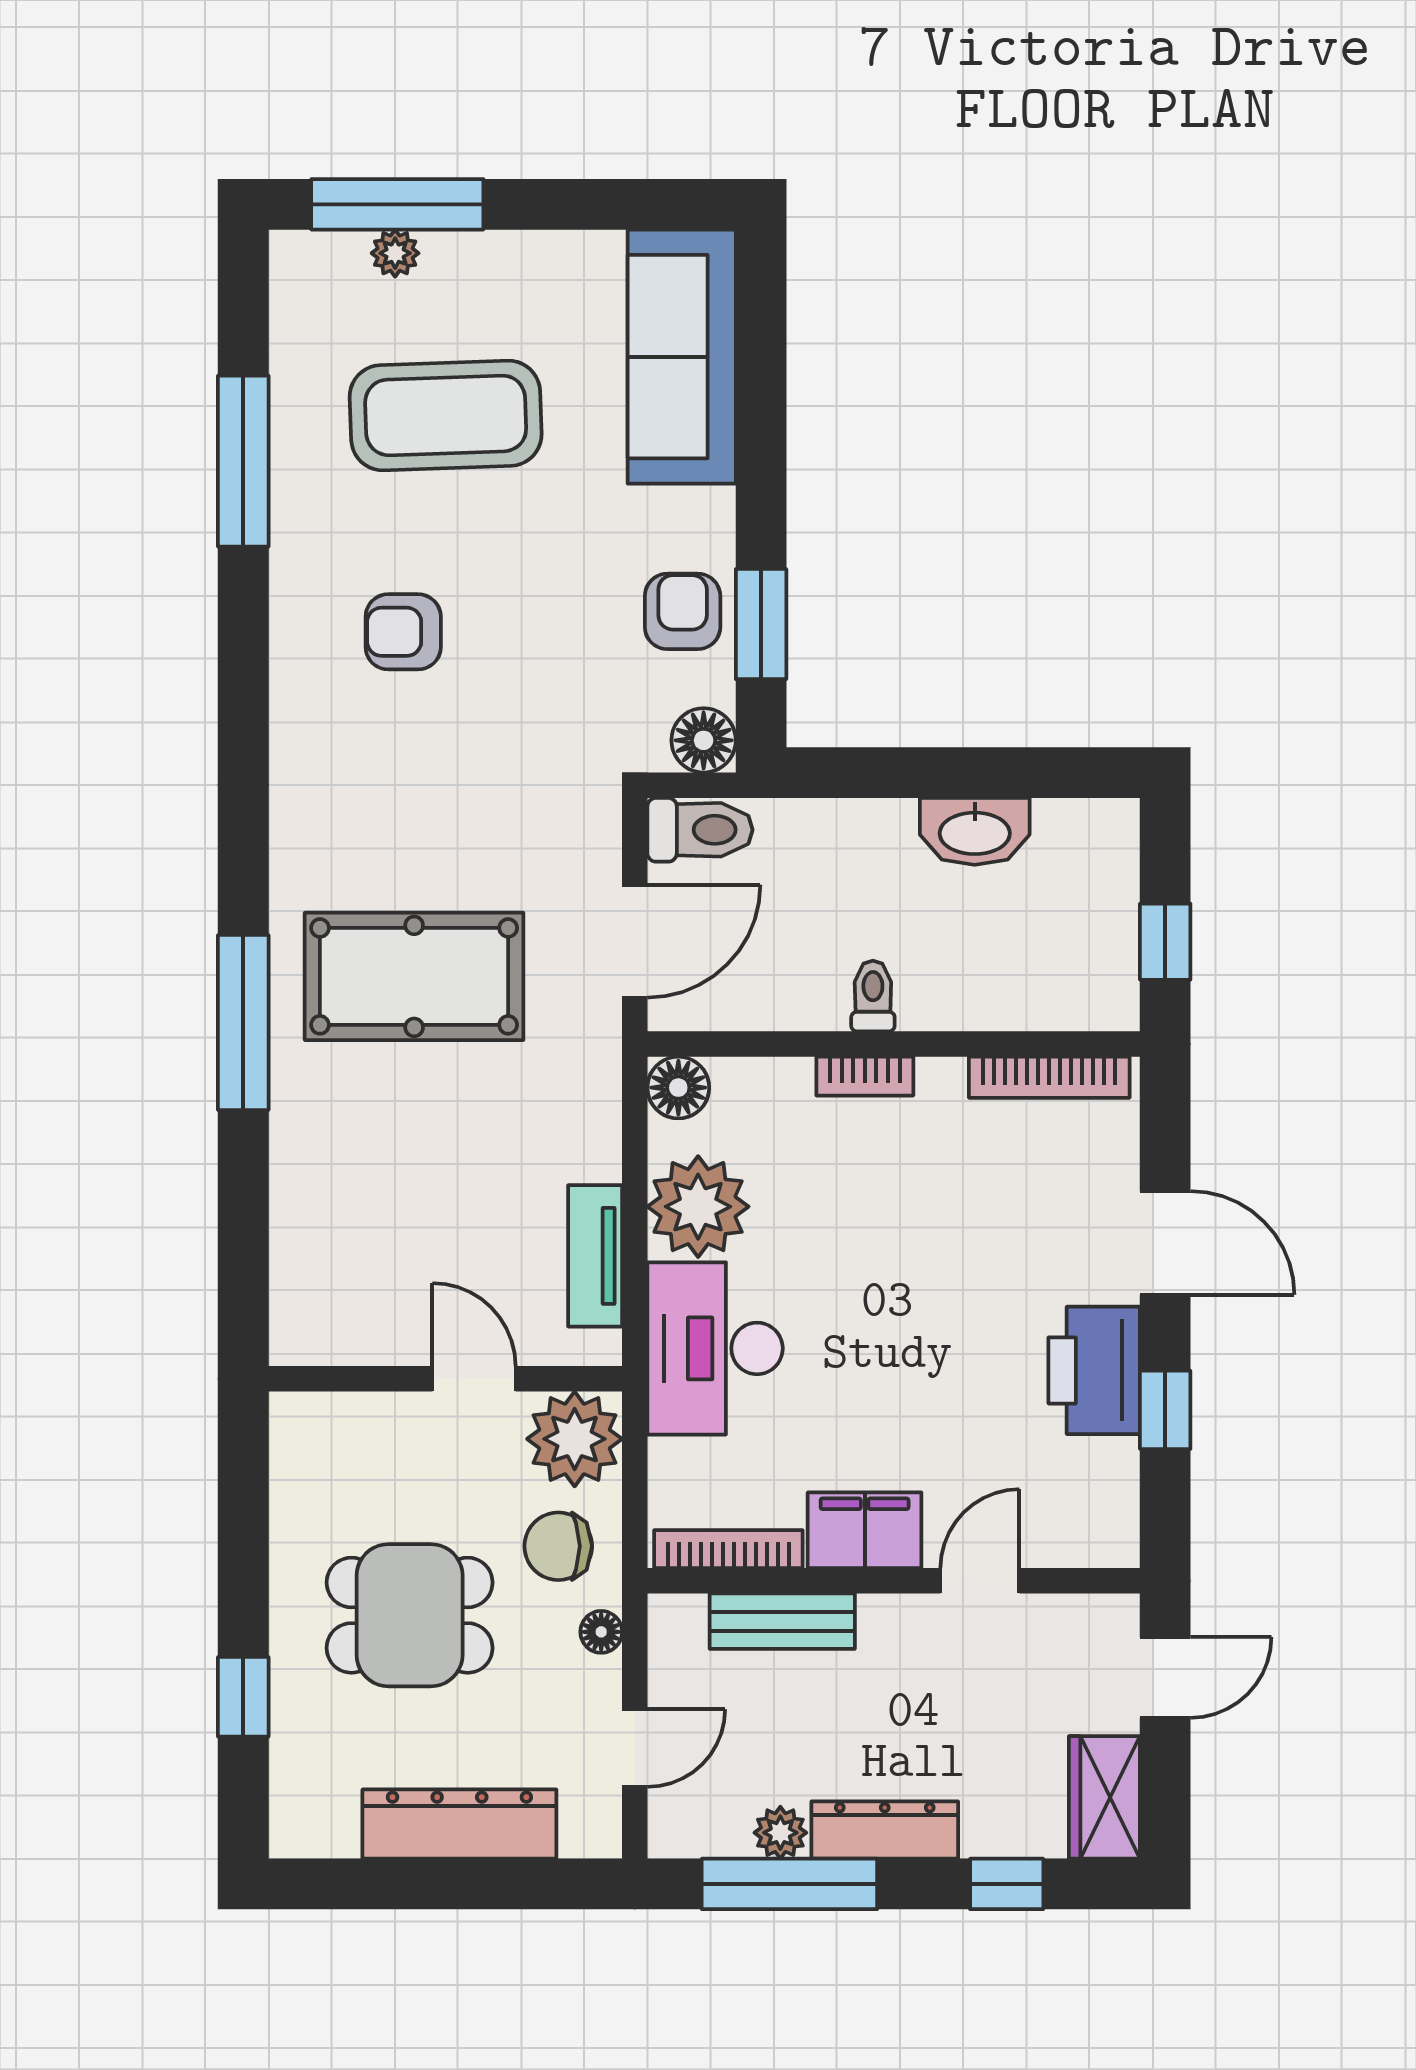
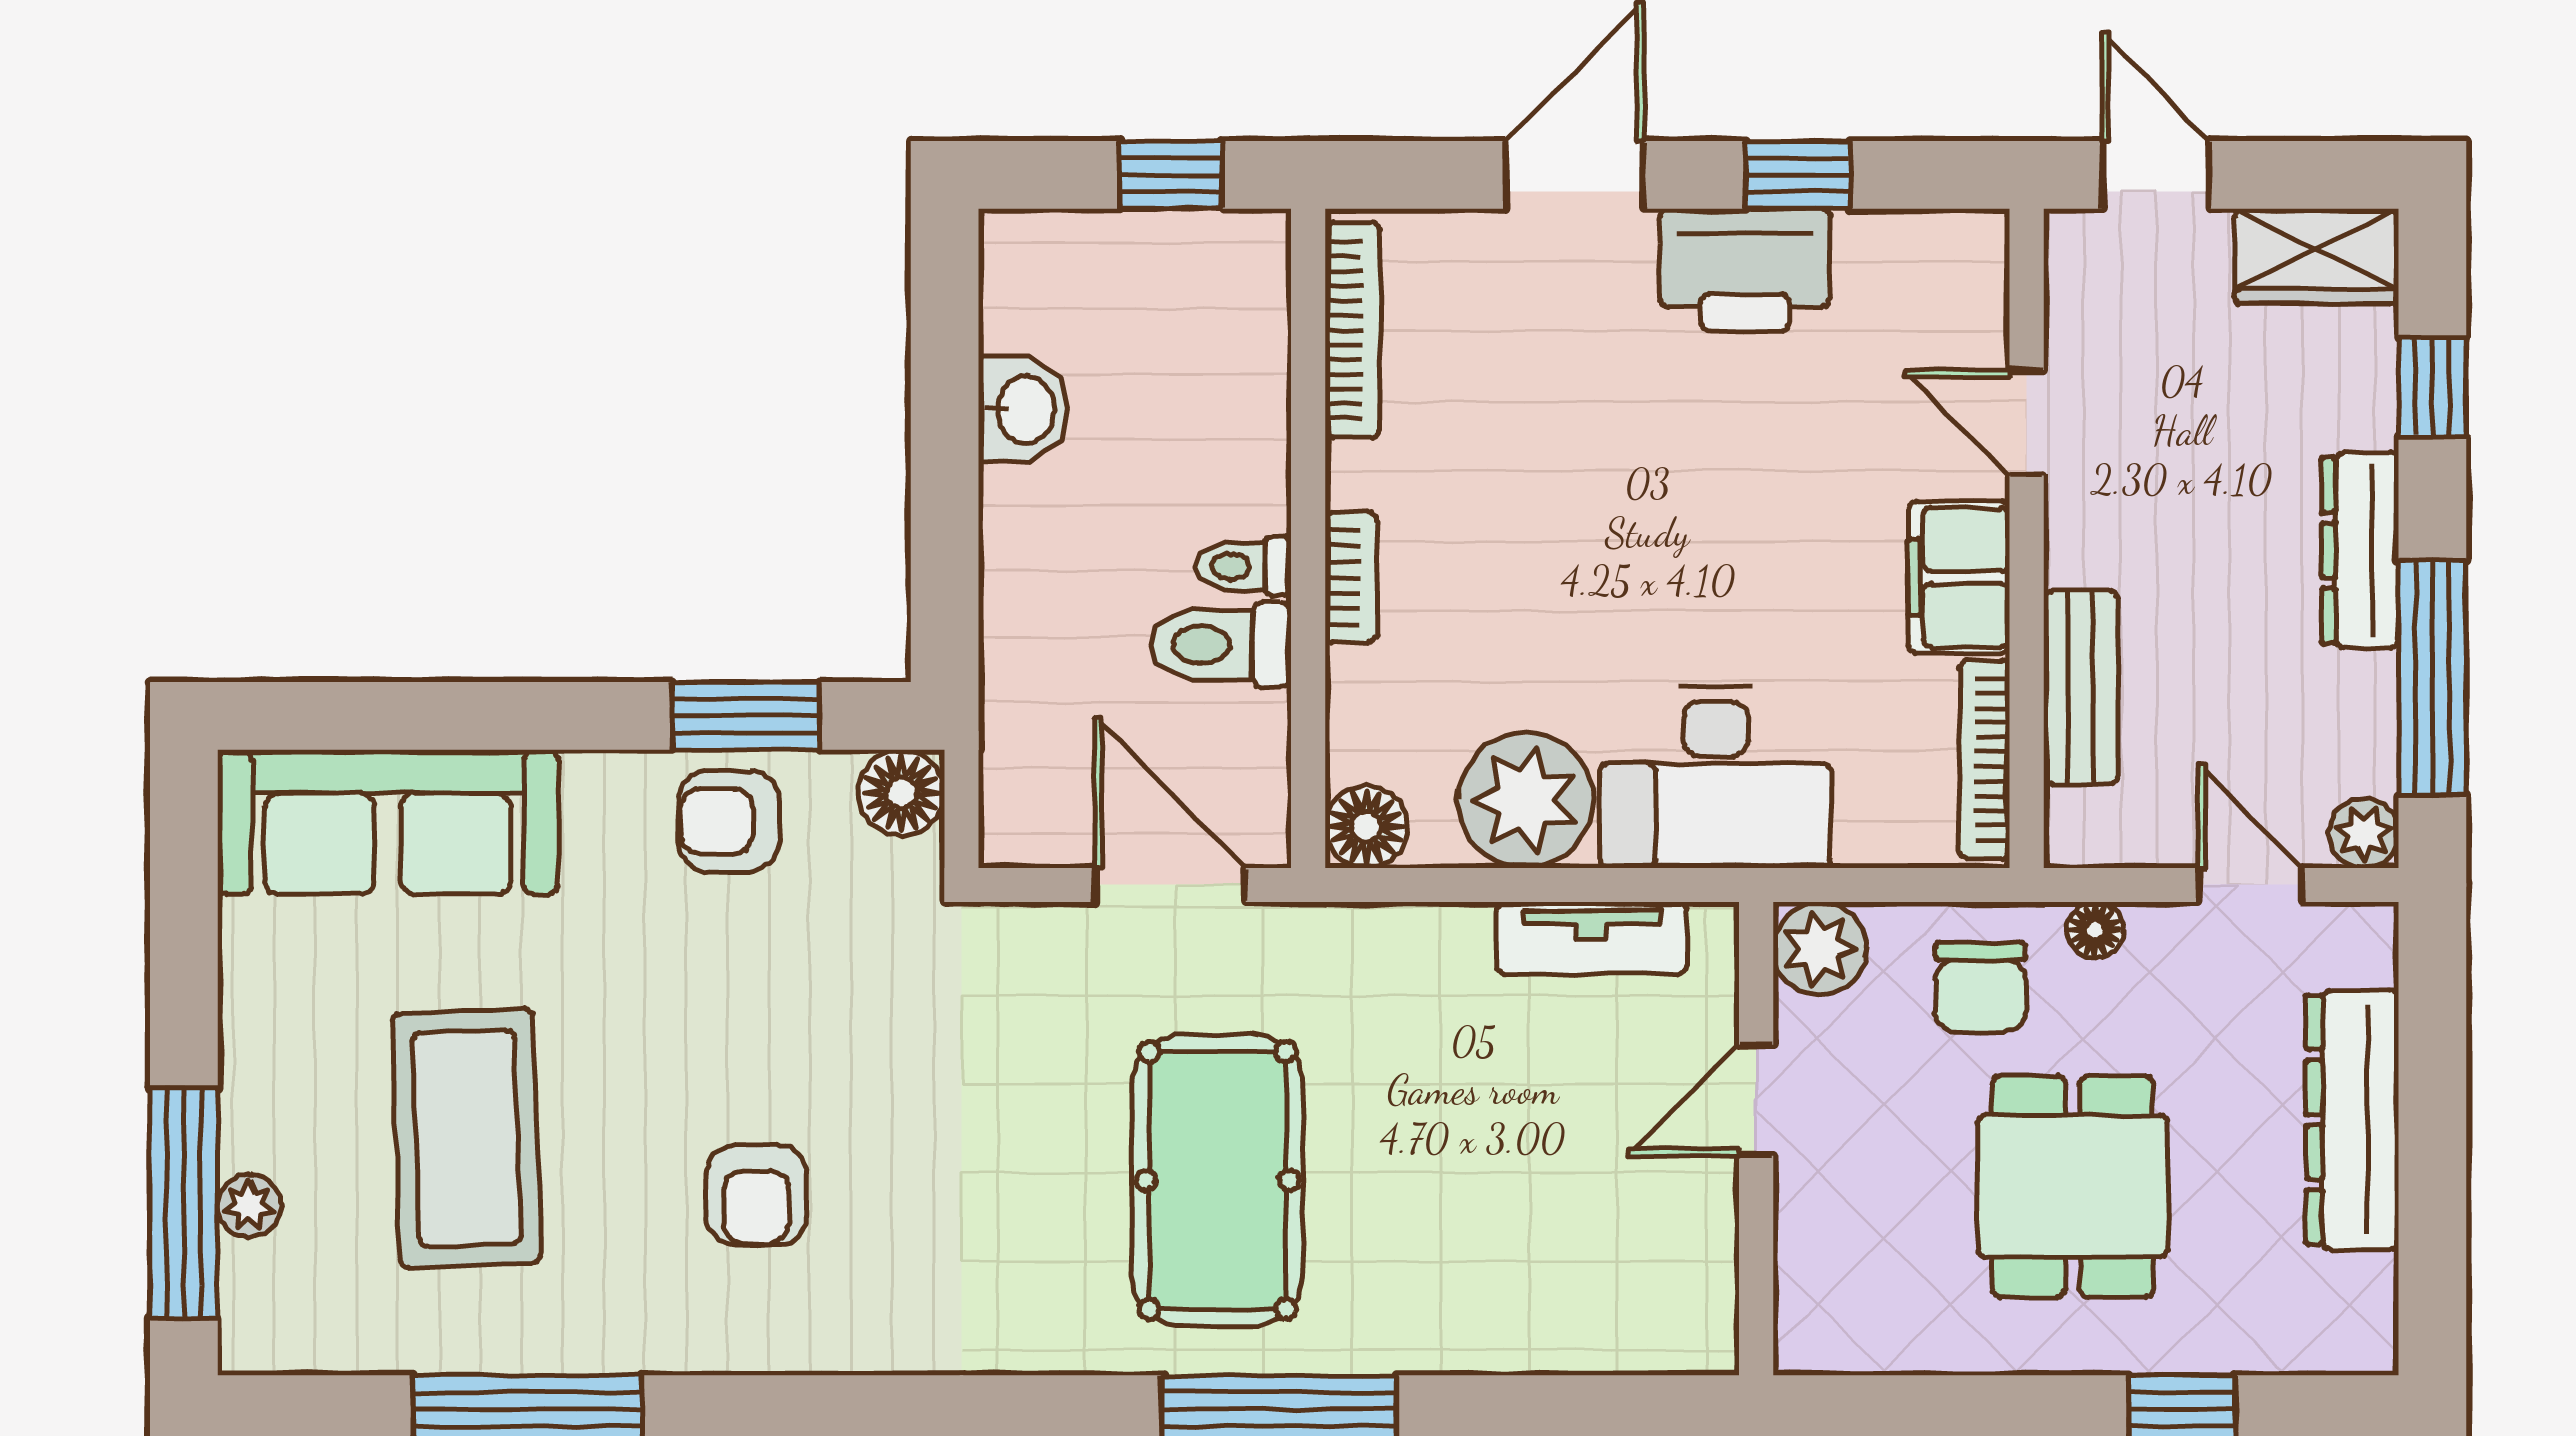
toilet: (700, 830) -> (1221, 645), moved, turned -90
washbasin: (975, 831) -> (1023, 409), width x0.72
plant: (575, 1439) -> (1820, 949), width x0.73, depth x0.73
plant: (780, 1833) -> (2364, 833), moved

